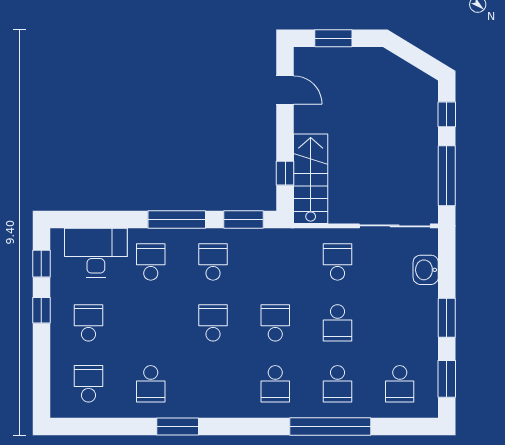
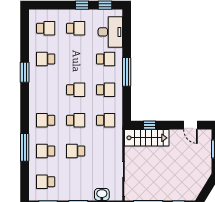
door: (285, 90) -> (190, 125), hinge flipped
window: (243, 219) -> (127, 105), removed
school desk: (337, 262) -> (106, 120), moved
window: (330, 426) -> (25, 147), width x0.68

